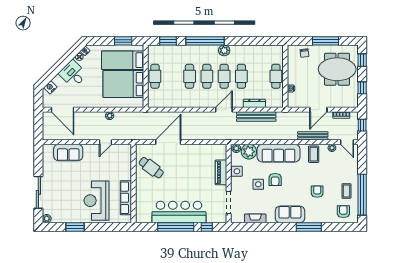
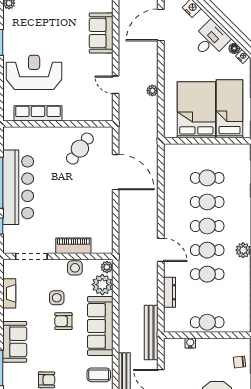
cafe table: (155, 76) -> (207, 178), moved
bench: (256, 117) -> (151, 333), moved

